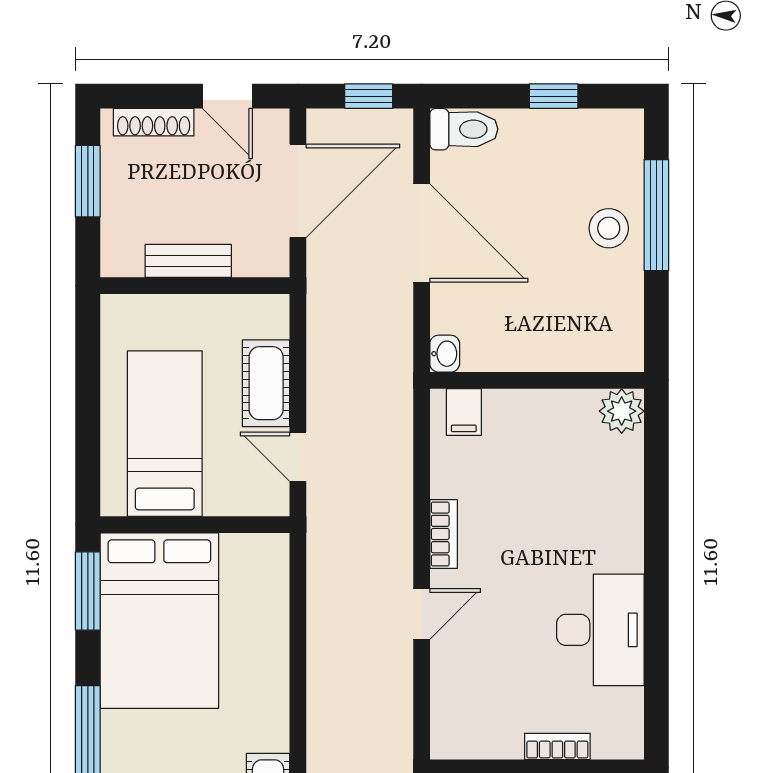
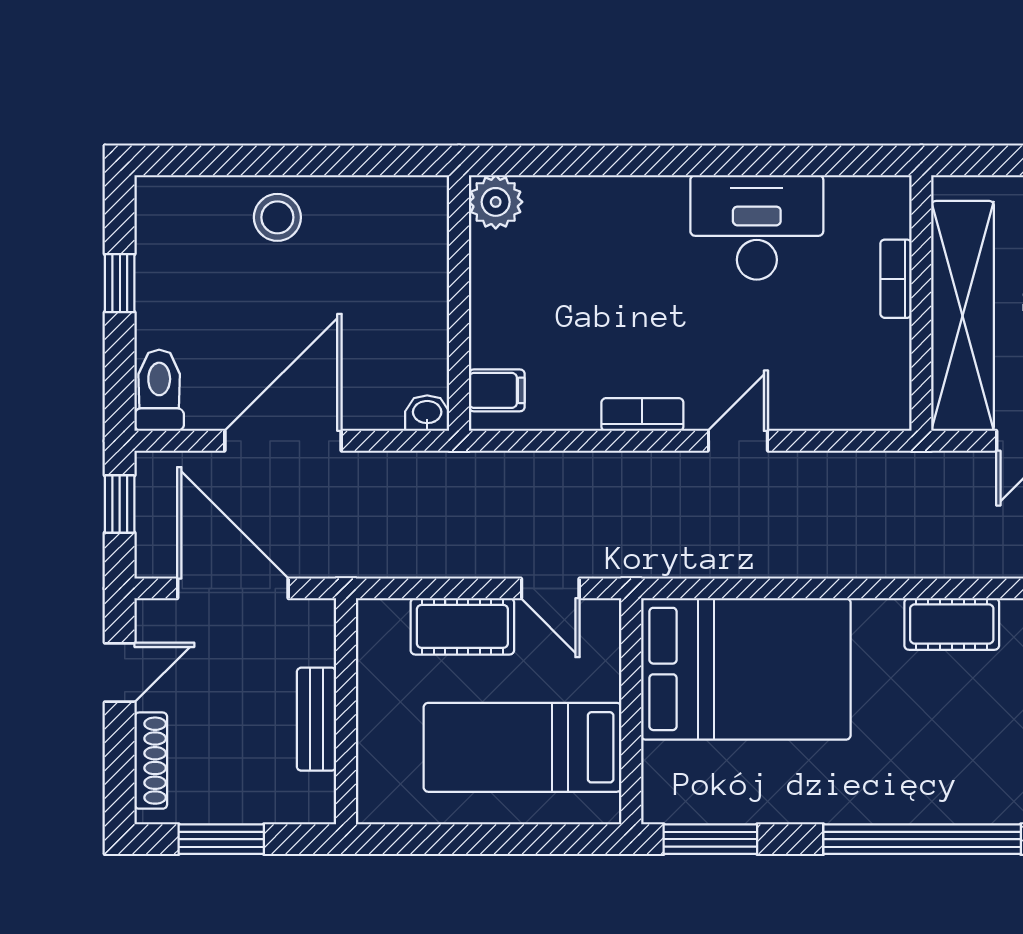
window: (656, 215) -> (262, 160), removed
door: (298, 457) -> (550, 588), hinge flipped
door: (422, 614) -> (738, 441), hinge flipped
bed: (159, 621) -> (746, 669), moved

